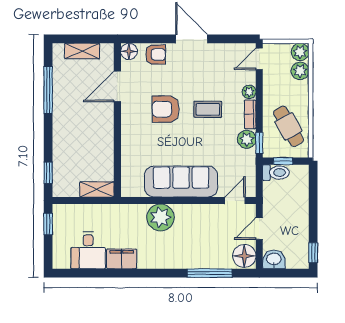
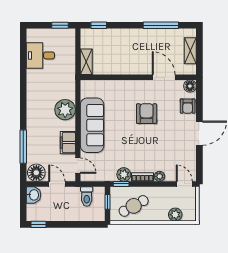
plant: (300, 52) -> (190, 215), removed
coffee table: (208, 109) -> (146, 145), removed
toilet: (276, 173) -> (87, 196), moved
filing cabinet: (122, 259) -> (68, 143), moved, turned 180

